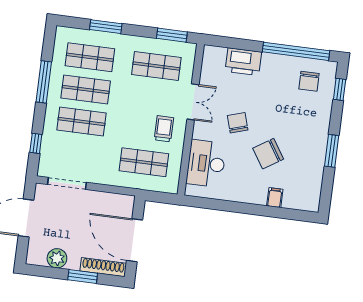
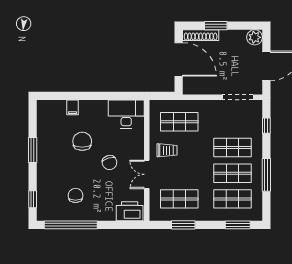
window: (106, 27) -> (238, 225), moved
window: (172, 35) -> (183, 225), moved
printer: (243, 62) -> (130, 211), moved
chair: (309, 81) -> (76, 195), moved
trolley: (164, 129) -> (167, 150), turned -90
chair: (268, 154) -> (82, 141), turned -57
desk: (206, 163) -> (126, 114), moved, turned -90
plant: (57, 258) -> (255, 37), moved

